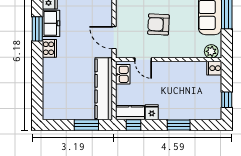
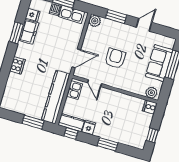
armchair: (158, 24) -> (115, 58), turned 87
door: (114, 38) -> (76, 58), swing flipped
cooker: (49, 48) -> (17, 65), moved

